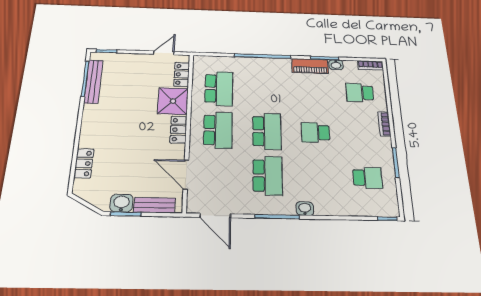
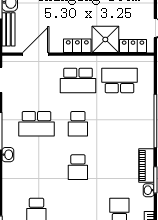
school desk: (219, 89) -> (119, 80), turned 180
school desk: (267, 131) -> (78, 124), width x0.54
school desk: (315, 133) -> (78, 167), turned 180

